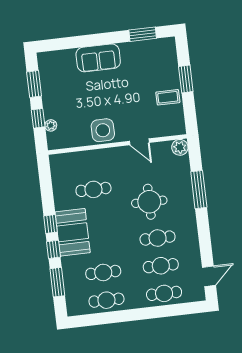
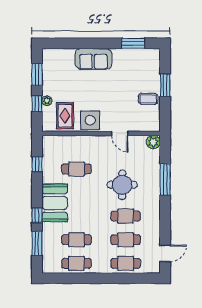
plant: (51, 125) -> (47, 101), moved
rug: (73, 129) -> (65, 116), added
window: (51, 224) -> (37, 164), moved

